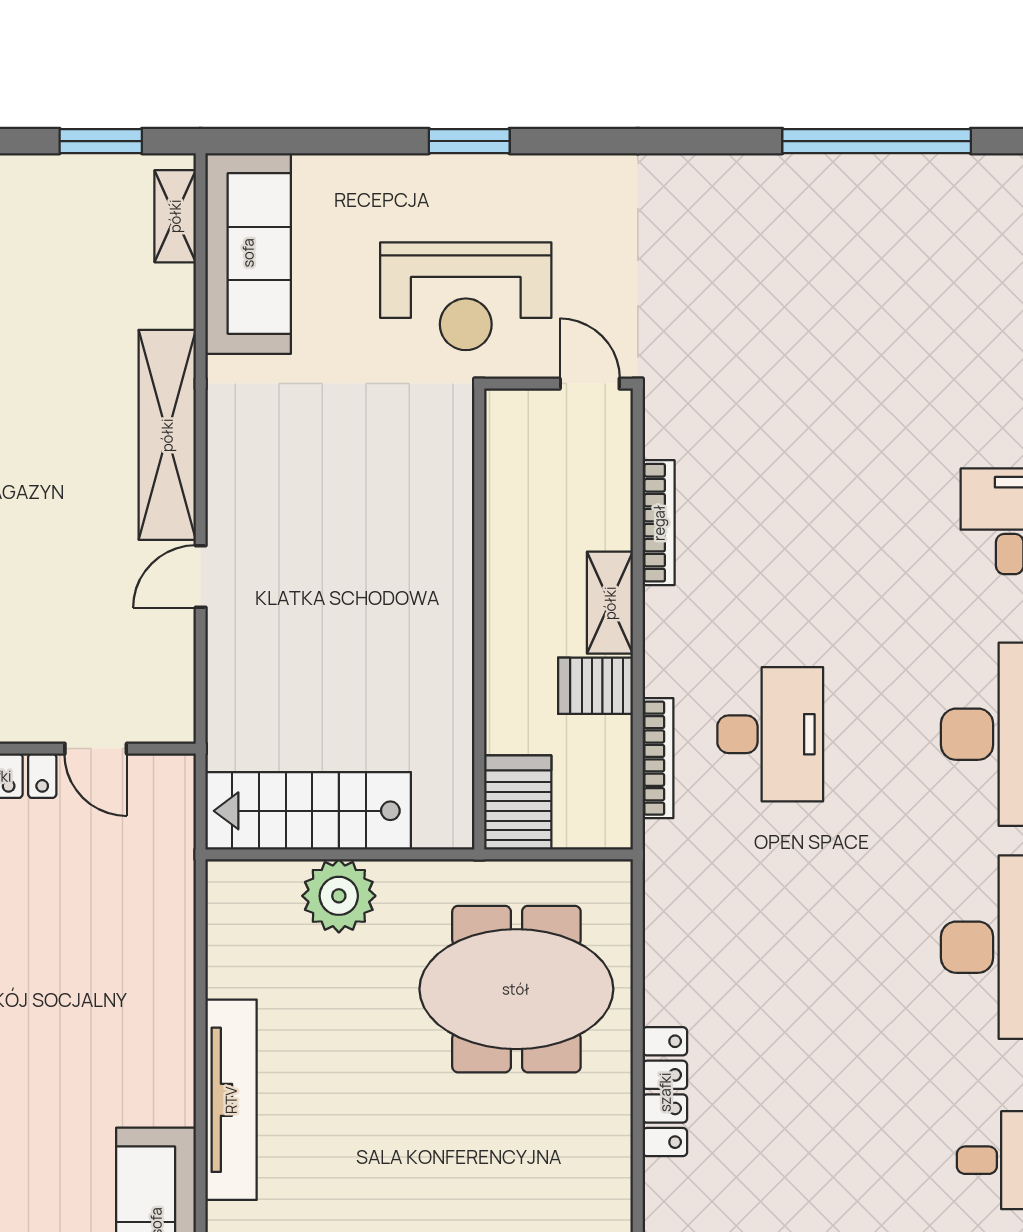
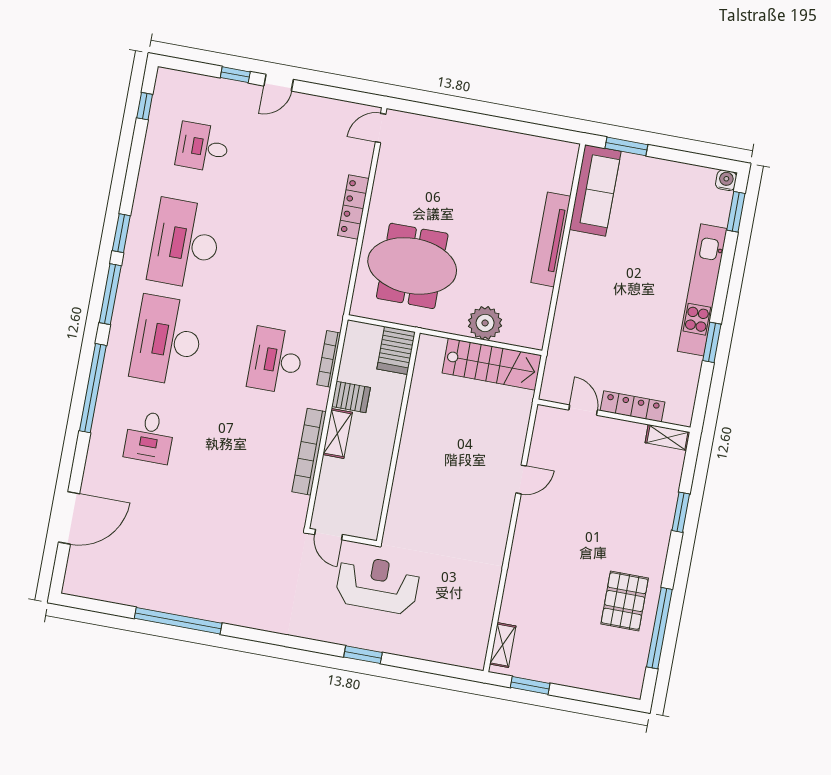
sofa: (248, 253) -> (473, 622), removed
shelving: (167, 435) -> (525, 547), removed
bookcase: (659, 523) -> (309, 452), width x1.48, depth x1.31

